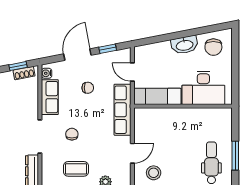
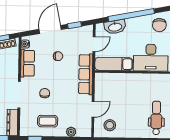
window: (178, 35) -> (131, 15), added
washbasin: (185, 45) -> (115, 27), moved
door: (132, 72) -> (94, 44), swing flipped

